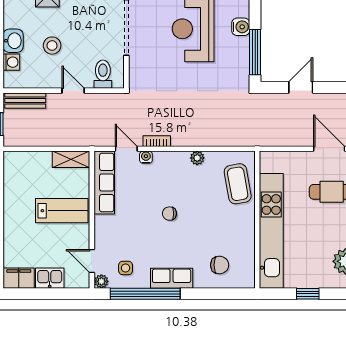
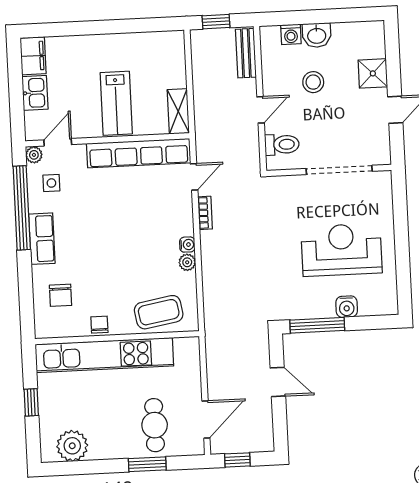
water cooler: (146, 157) -> (187, 245), moved
row of seats: (104, 183) -> (139, 153), width x1.36
chair: (169, 214) -> (99, 325), moved

